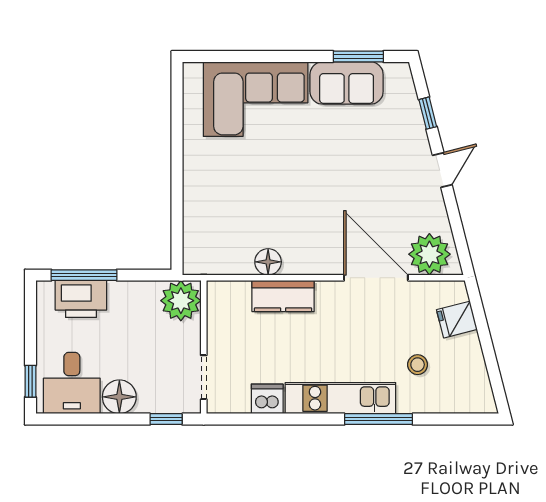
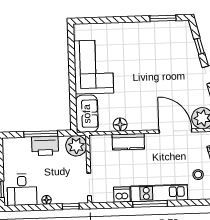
sofa: (347, 83) -> (87, 114), moved, turned -90
corner sofa: (256, 99) -> (94, 67), moved, turned -90
window: (84, 275) -> (41, 134), moved
printer: (81, 299) -> (45, 146), moved
floor lamp: (119, 397) -> (47, 200), width x0.53, depth x0.53
window: (379, 419) -> (150, 204), moved

